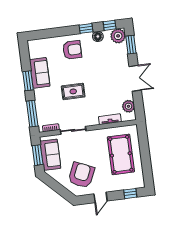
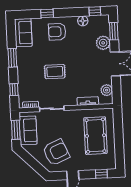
window: (86, 28) -> (47, 13), moved
plant: (118, 36) -> (103, 43), moved
armchair: (72, 50) -> (57, 32), turned 180
sofa: (40, 73) -> (23, 33), moved
window: (32, 114) -> (14, 90), width x0.46
armchair: (81, 175) -> (56, 152), turned 42

